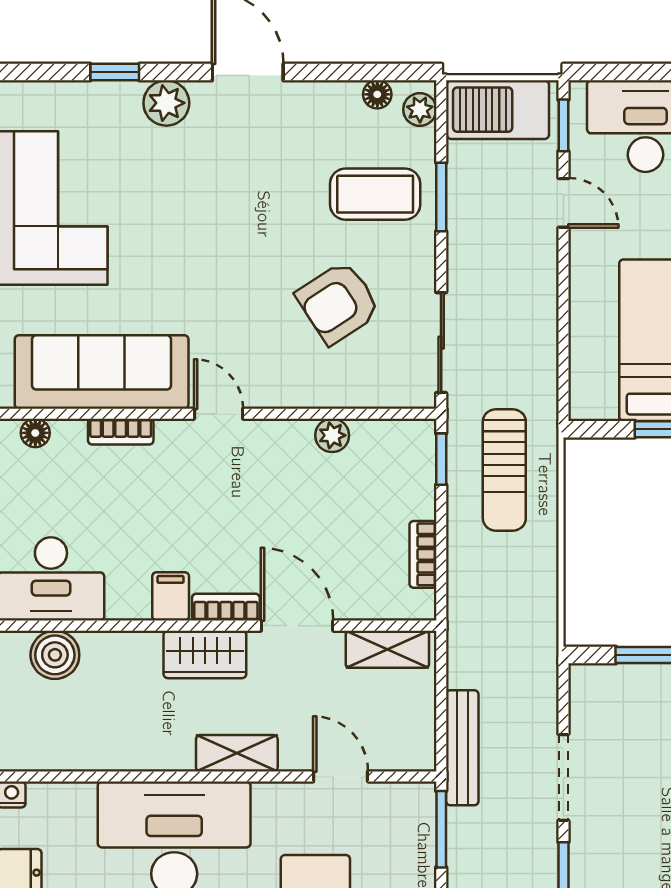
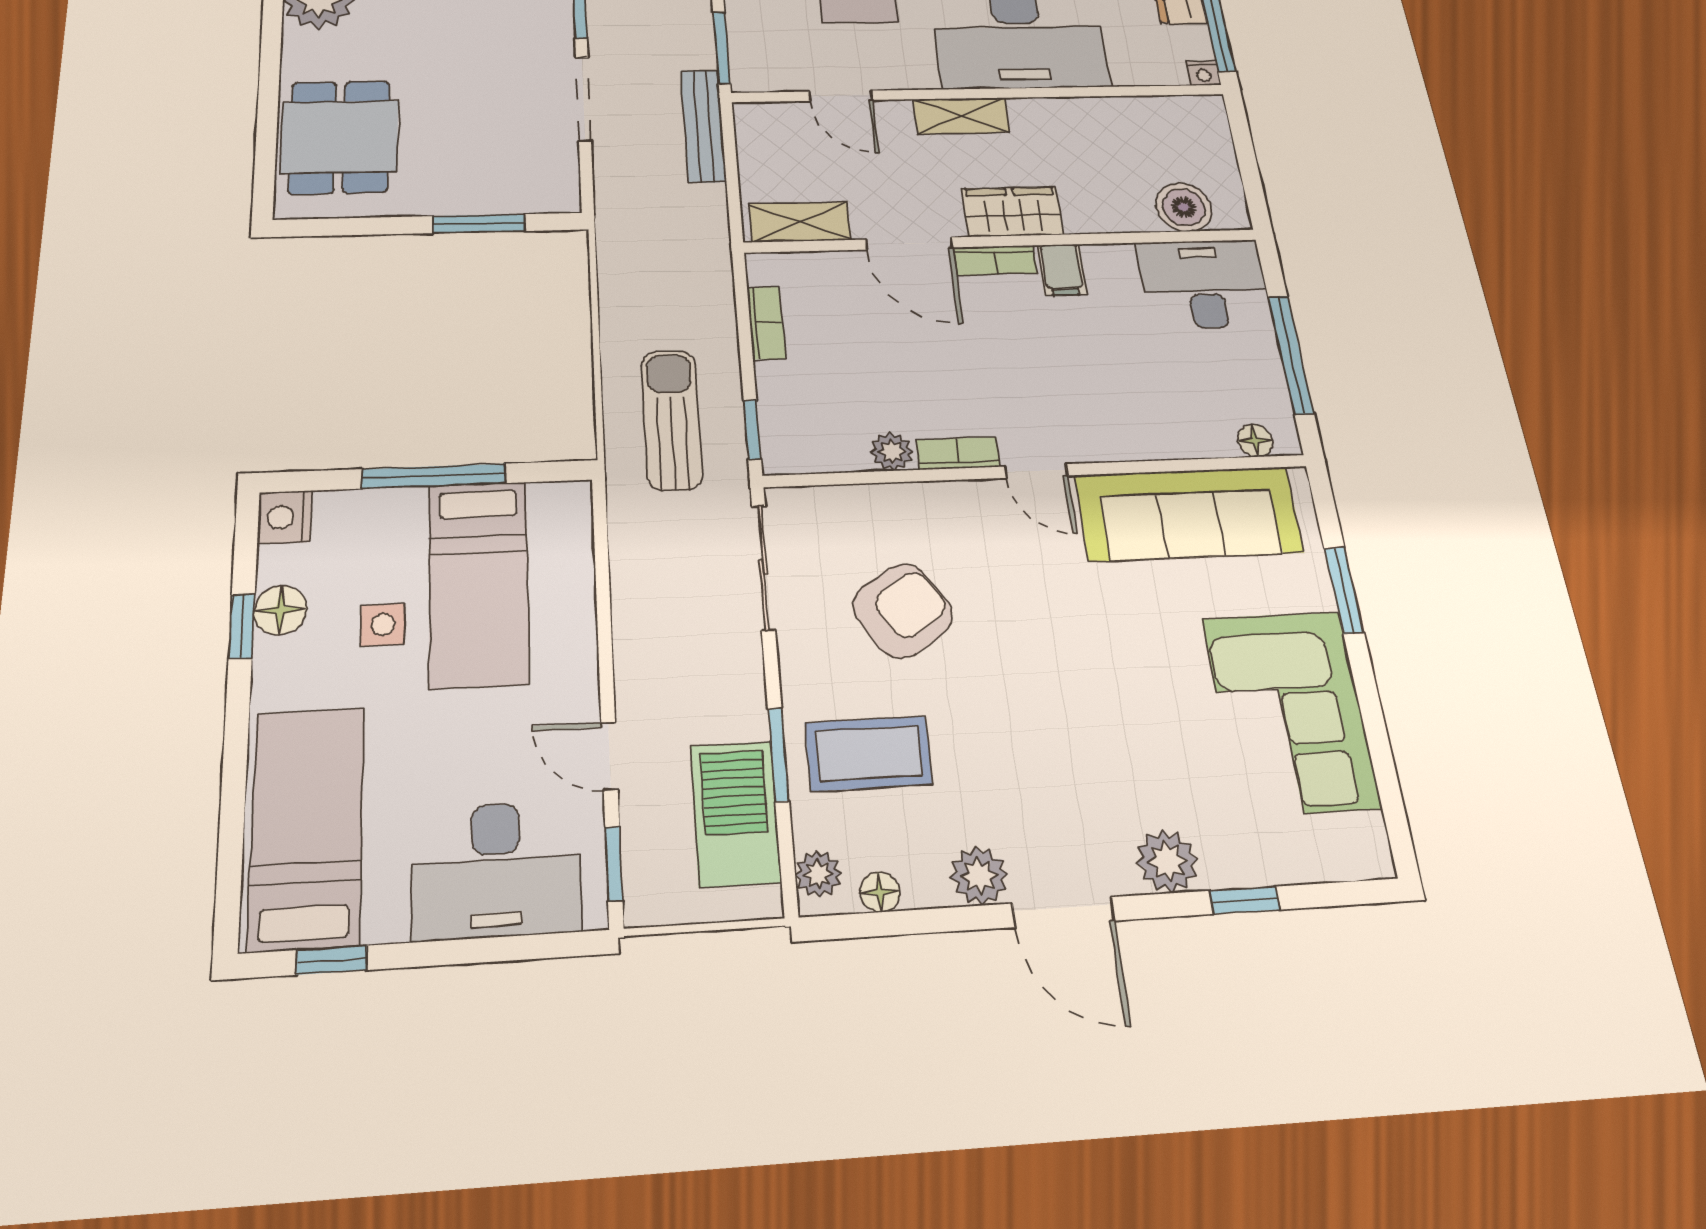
plant: (305, 101) -> (979, 876), added
barbecue: (498, 110) -> (735, 813), moved, turned -90
bookcase: (121, 432) -> (958, 453), moved

